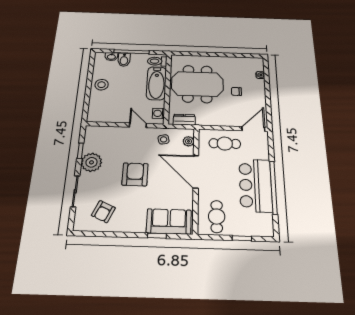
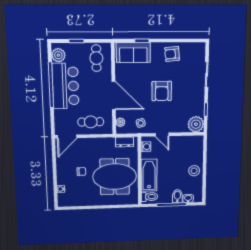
plant: (91, 162) -> (196, 124), moved
armchair: (103, 212) -> (172, 54), moved, turned -119
plant: (265, 222) -> (58, 55), added

